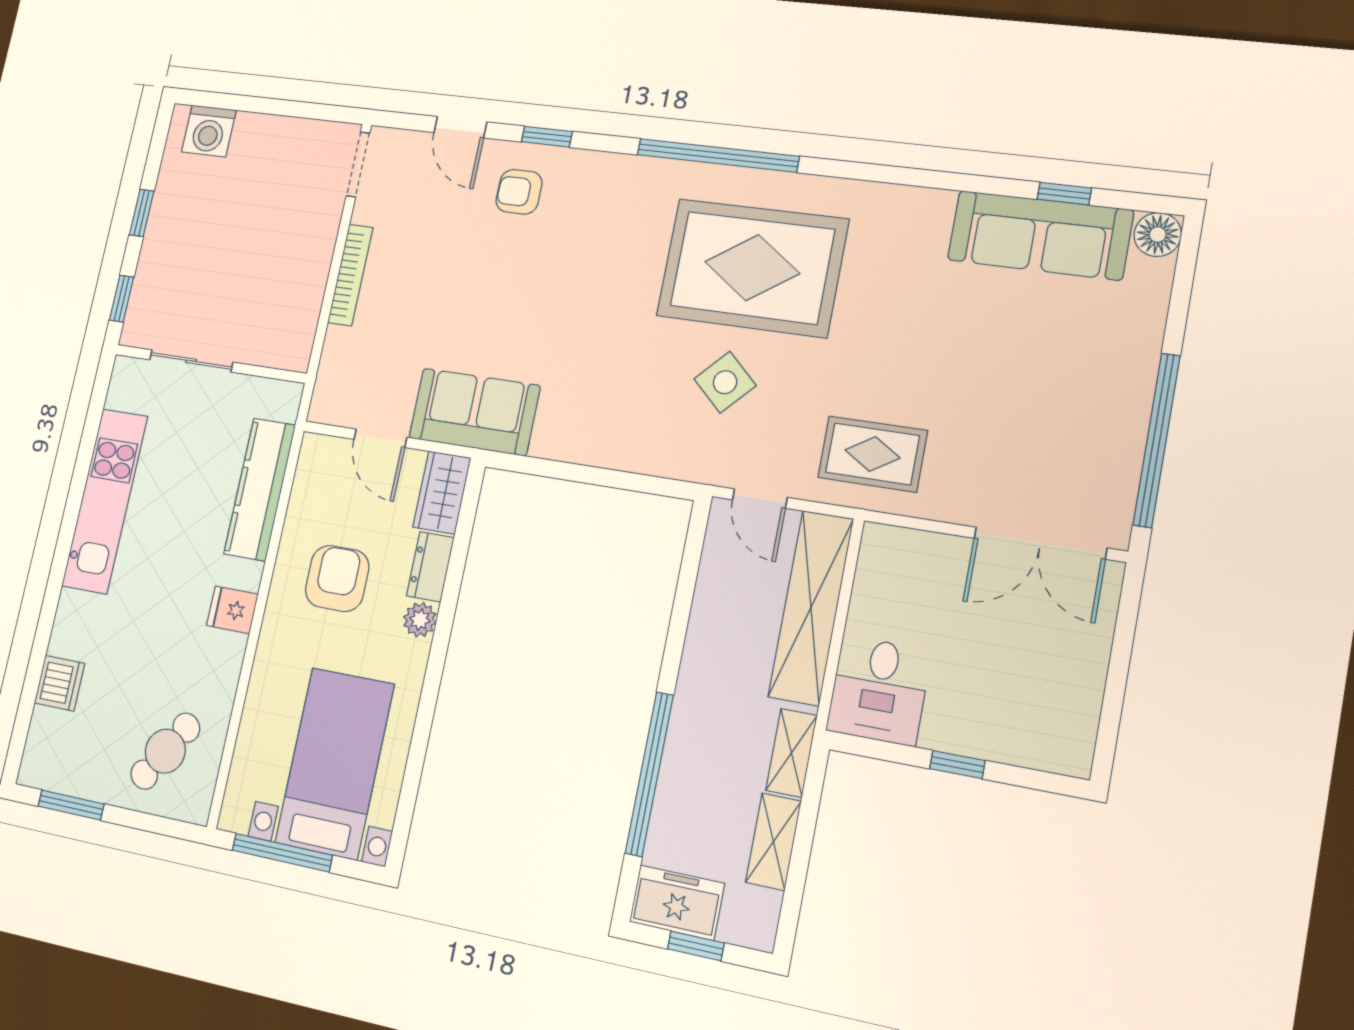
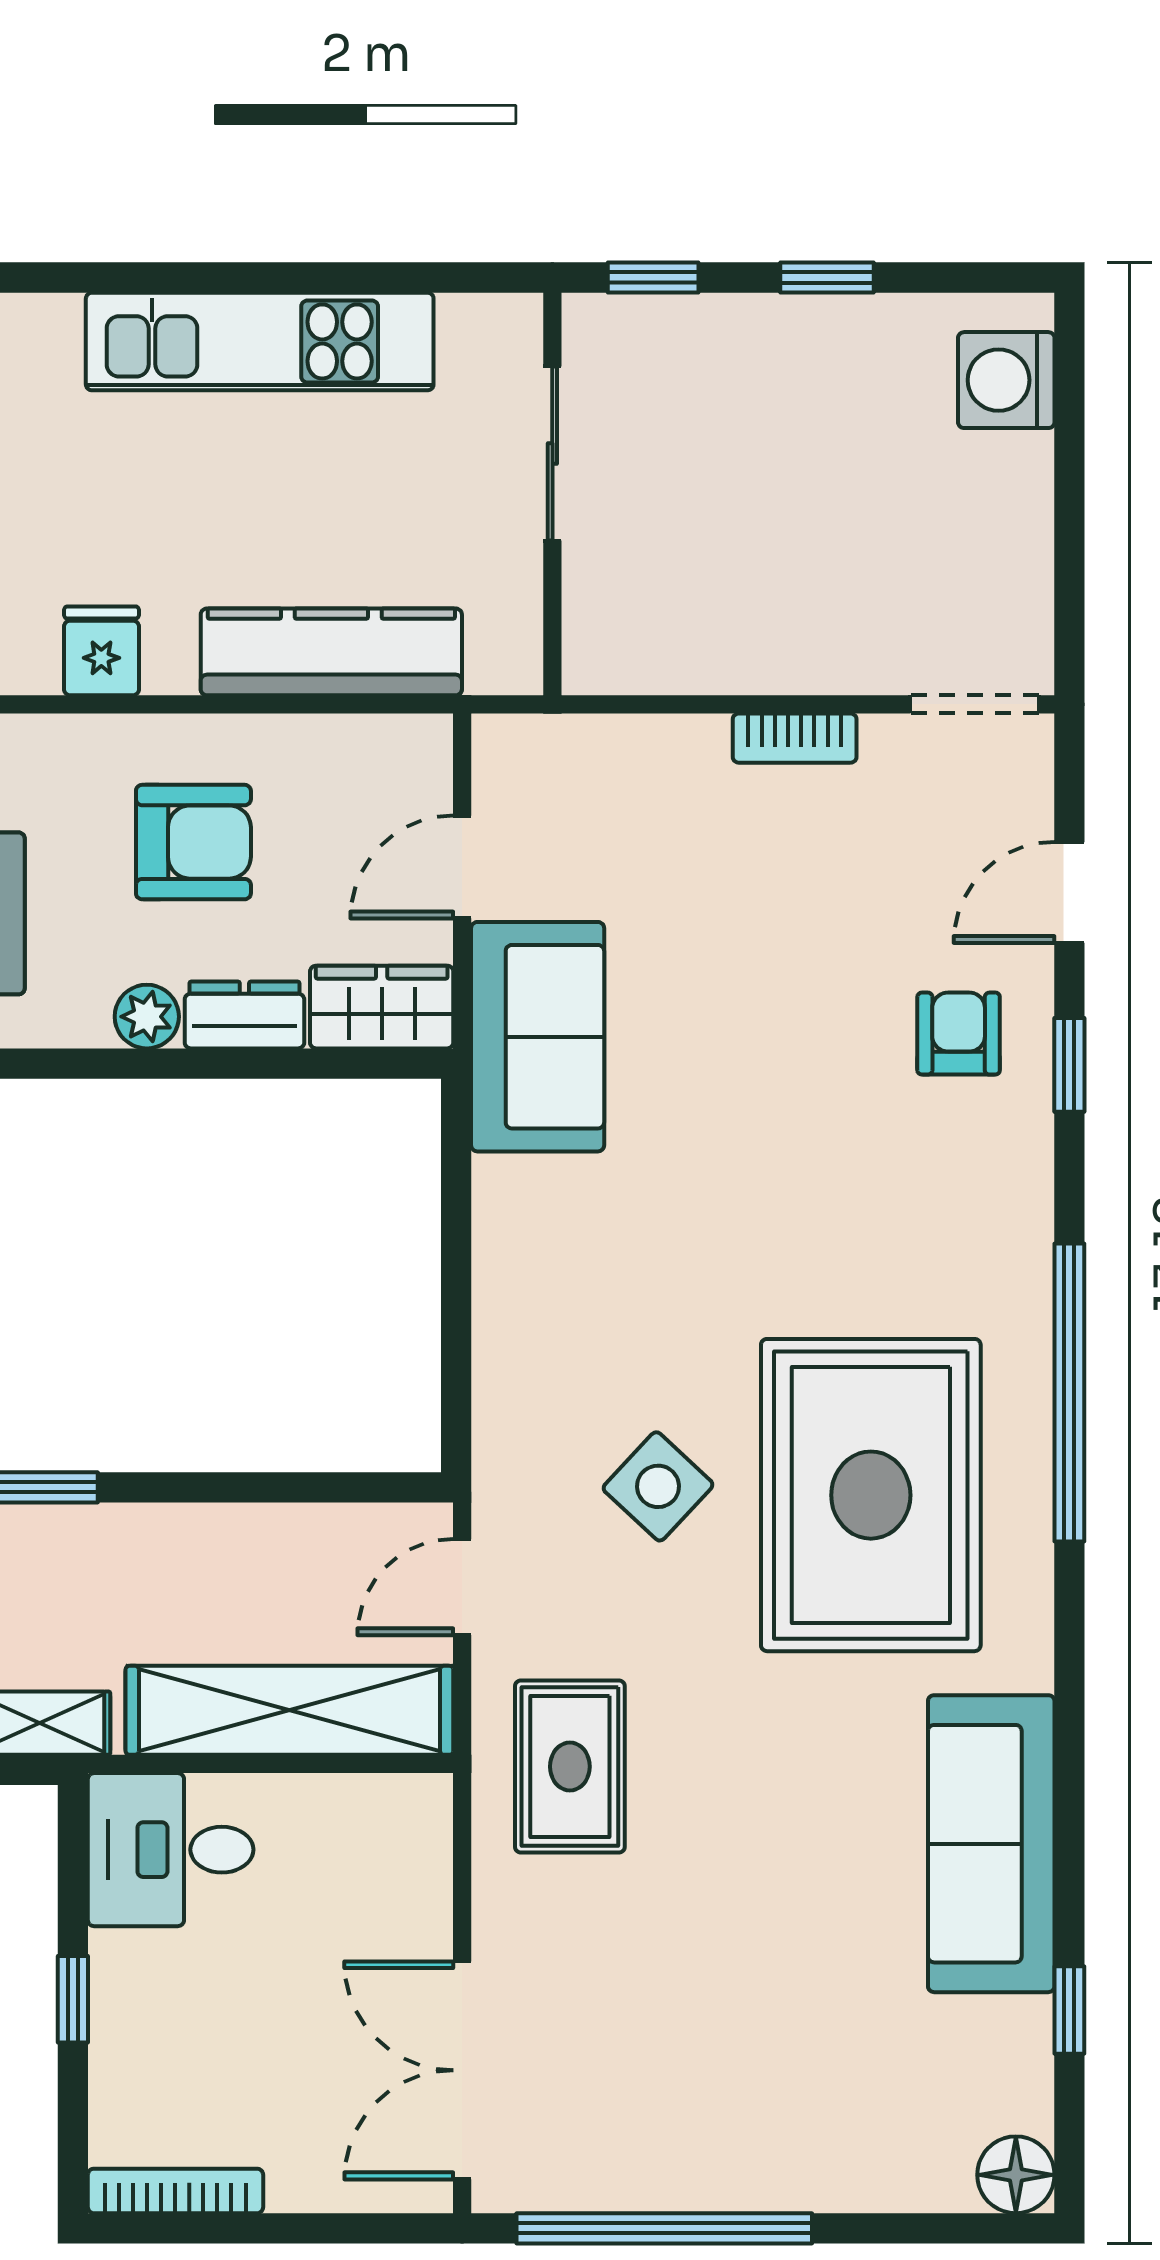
sofa: (1040, 235) -> (991, 1844), moved
bookcase: (350, 275) -> (795, 738), width x0.64
bookcase: (1085, 725) -> (175, 2191), added

